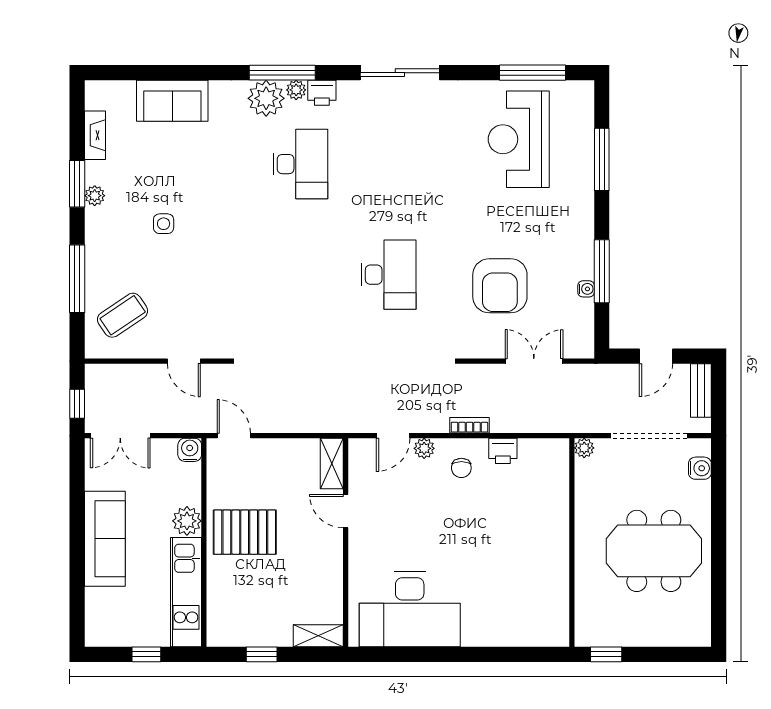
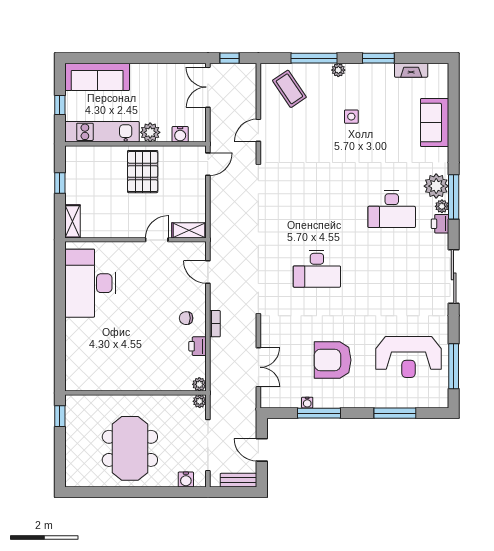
reception desk: (519, 139) -> (409, 357), turned 180
plant: (95, 196) -> (338, 70), moved
armchair: (500, 286) -> (333, 360), moved
plant: (424, 448) -> (199, 384), moved
water cooler: (190, 450) -> (180, 134), moved, turned 90
sofa: (105, 539) -> (97, 77), moved

